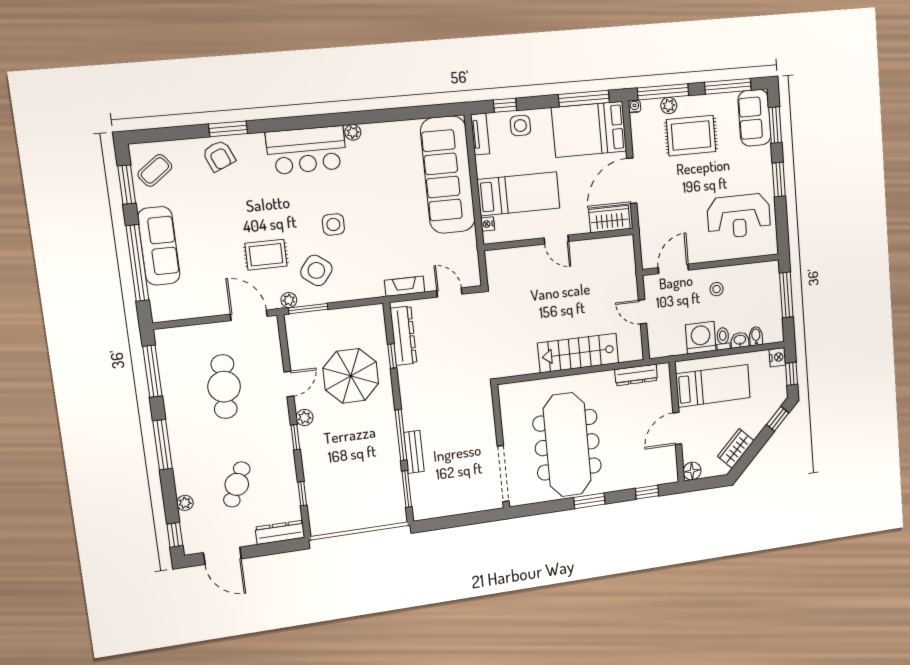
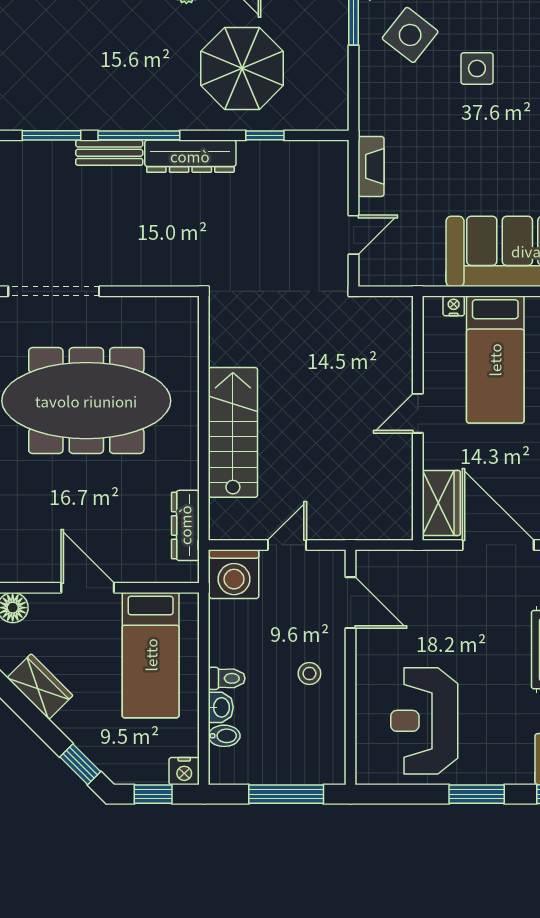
dresser: (403, 336) -> (190, 156), moved
washing machine: (701, 338) -> (234, 574), moved, turned 90

